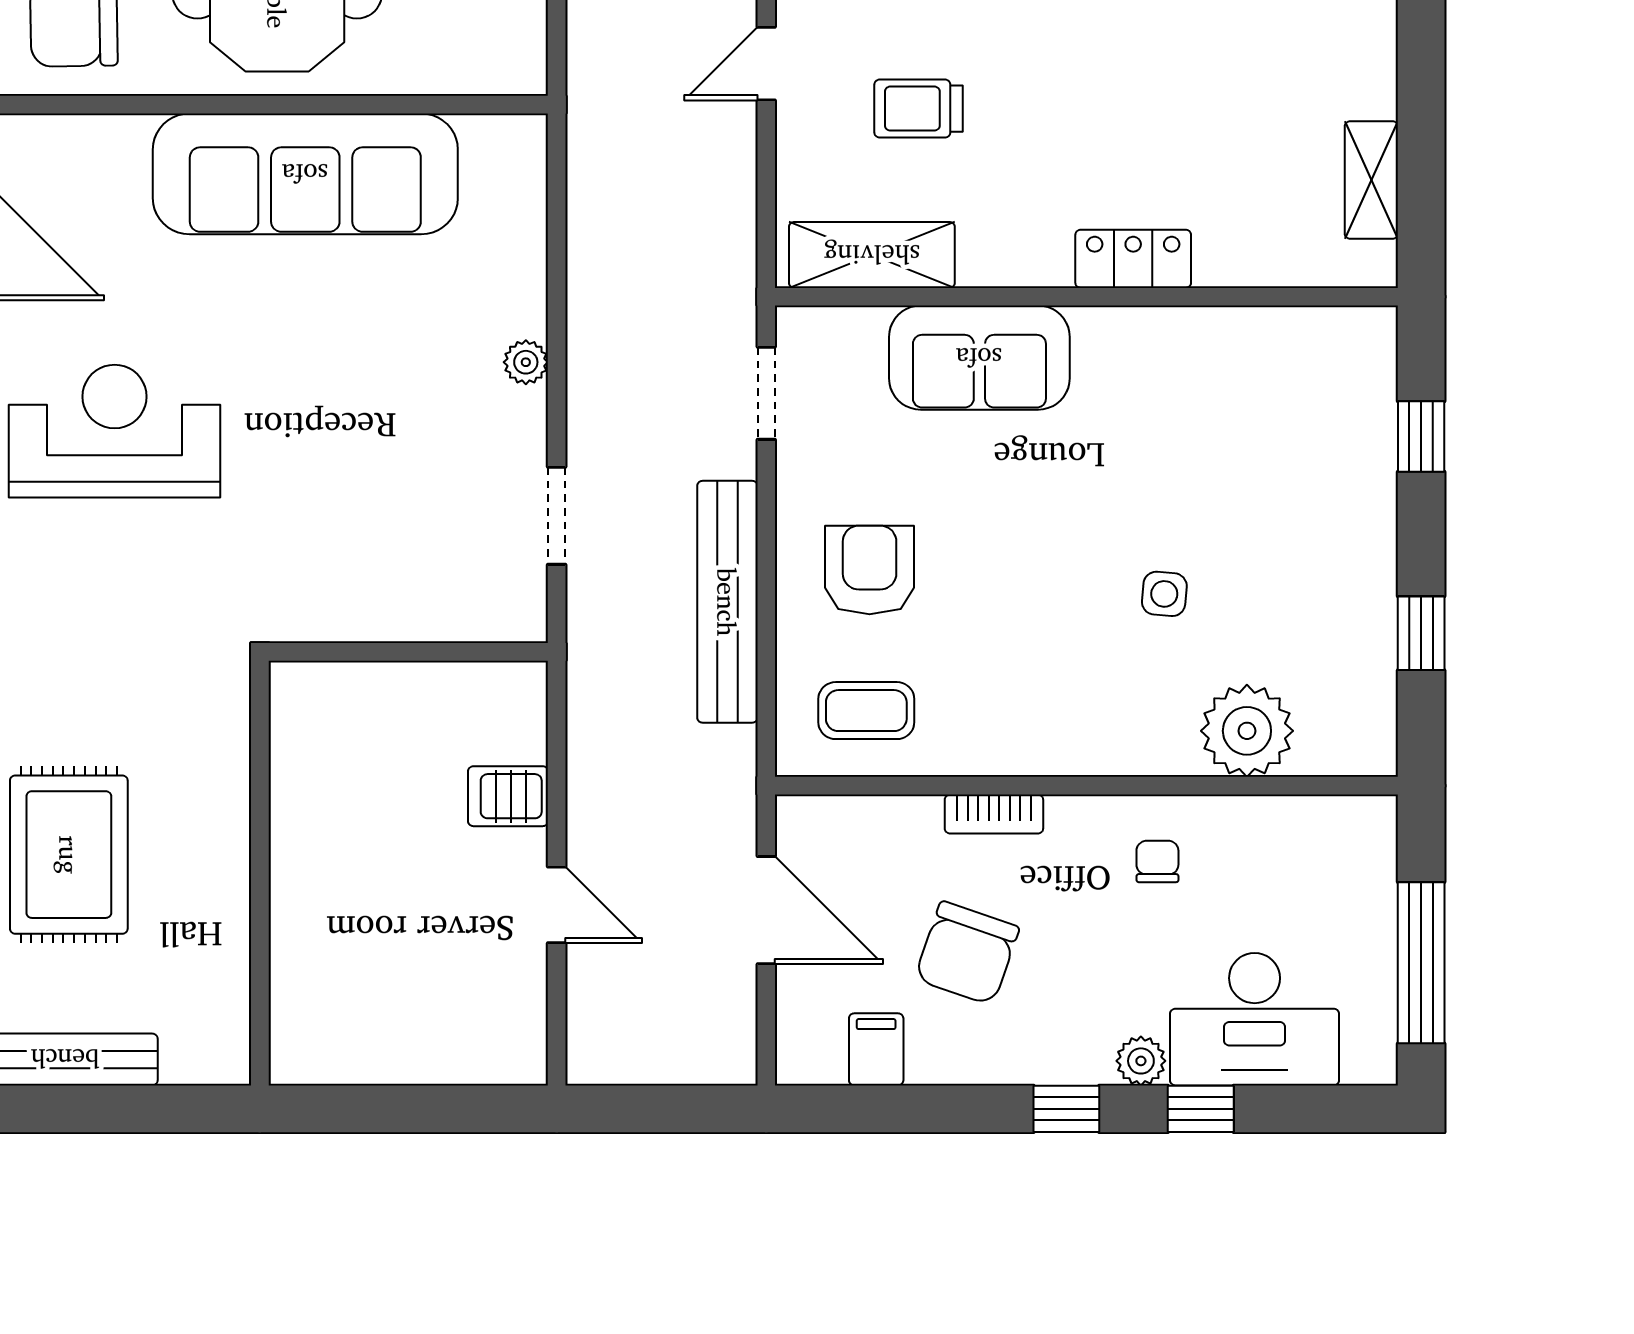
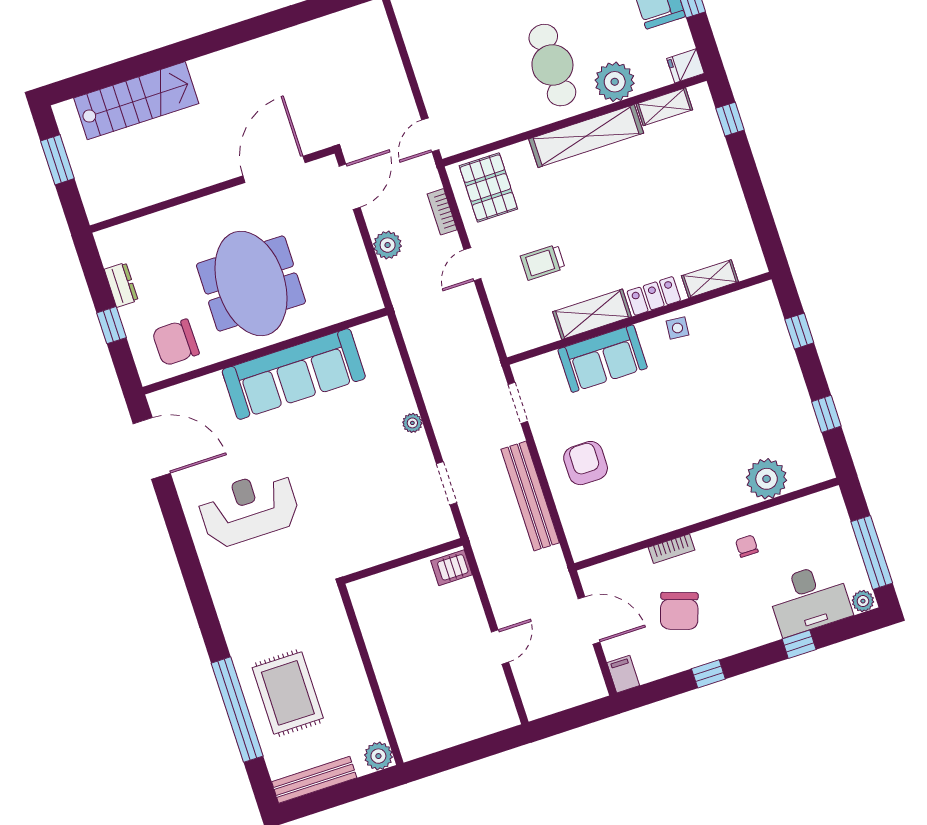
shelving: (1371, 180) -> (710, 279), moved, turned 90
shelving: (872, 255) -> (592, 314), moved
side table: (1164, 594) -> (677, 328), moved
coffee table: (866, 711) -> (604, 523), removed
server rack: (508, 796) -> (451, 568), moved
door: (557, 905) -> (500, 647), hinge flipped
filing cabinet: (876, 1049) -> (623, 674), moved
plant: (219, 1054) -> (378, 756), added
plant: (1141, 1061) -> (863, 601), moved
window: (1066, 1109) -> (708, 674), moved

